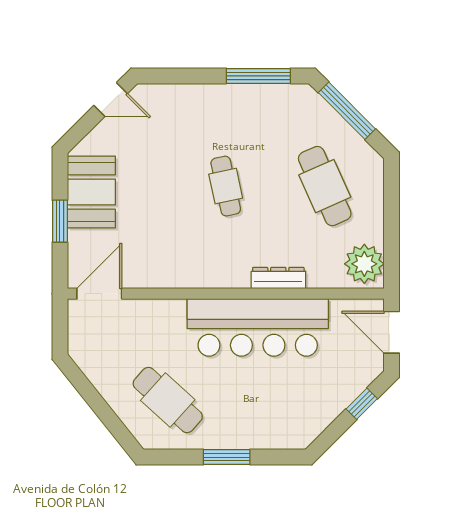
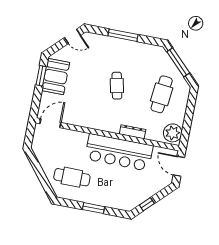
window: (258, 76) -> (123, 35), moved
cafe table: (325, 186) -> (162, 94), turned 30
window: (60, 221) -> (41, 76), moved
cafe table: (168, 400) -> (72, 177), turned -42
window: (362, 404) -> (147, 204), moved

